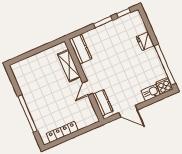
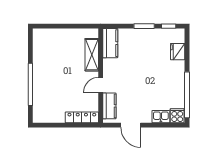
fridge: (145, 41) -> (178, 52), moved
locker: (62, 132) -> (82, 117), moved

